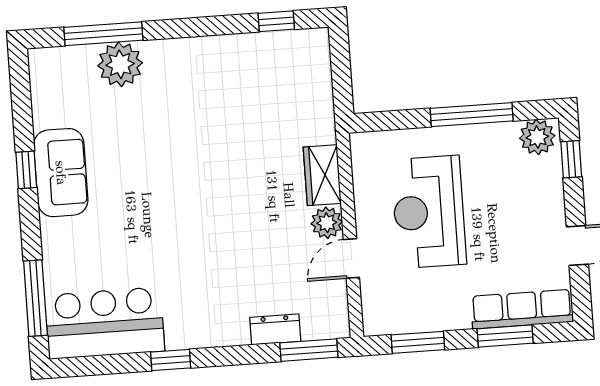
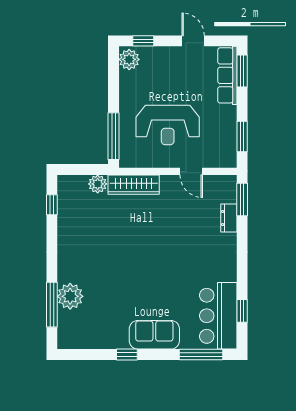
window: (472, 115) -> (114, 136), moved
sofa: (61, 173) -> (154, 335), moved
wardrobe: (322, 175) -> (134, 185), width x1.50
plant: (327, 223) -> (98, 184), moved
window: (505, 336) -> (242, 71), moved
window: (171, 360) -> (242, 311), moved

